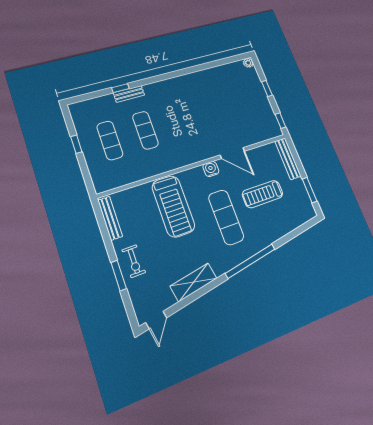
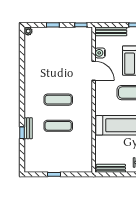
exercise mat: (110, 140) -> (58, 100), moved
door: (232, 153) -> (94, 71), hinge flipped
water cooler: (211, 169) -> (100, 53), moved

